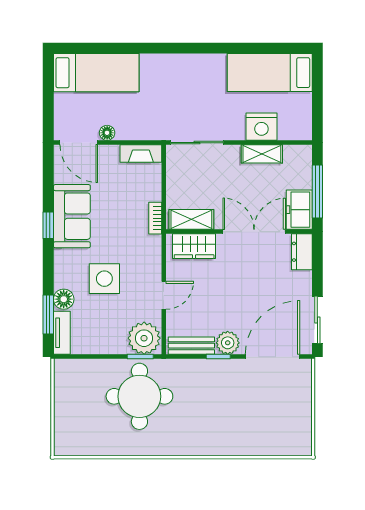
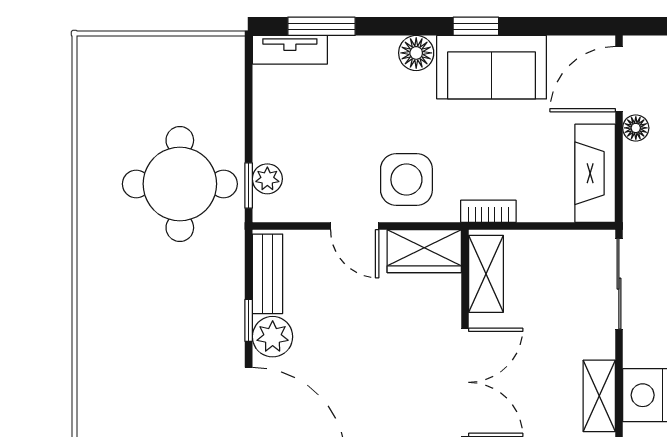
fireplace: (141, 153) -> (595, 173), width x1.37, depth x1.32
wardrobe: (194, 246) -> (424, 251), moved, turned -90
side table: (104, 279) -> (406, 180), moved
floor lamp: (64, 299) -> (416, 53), moved
plant: (144, 338) -> (267, 179), width x0.53, depth x0.53

